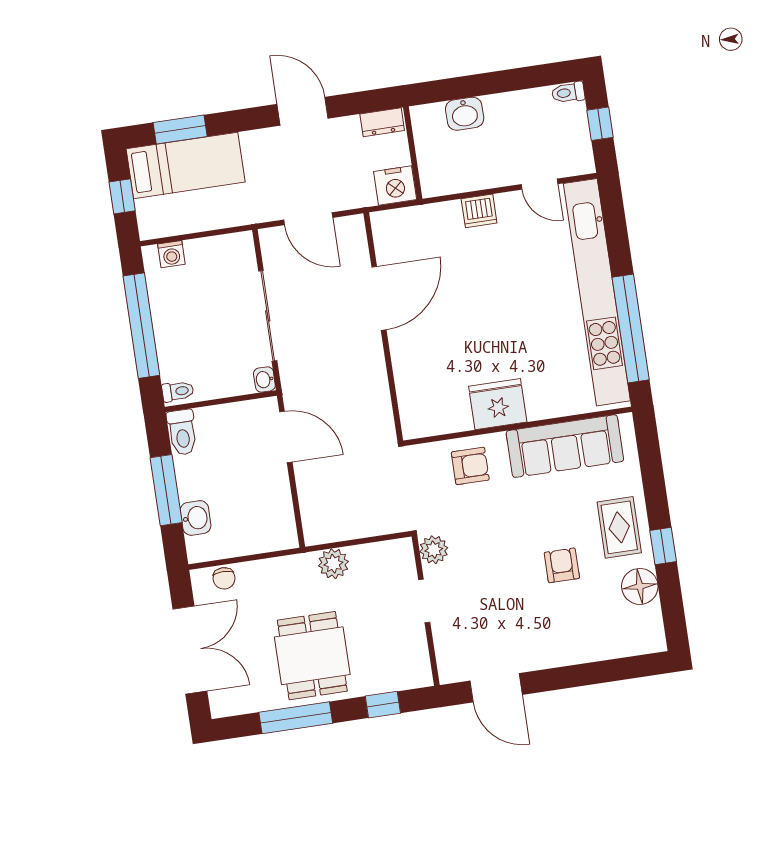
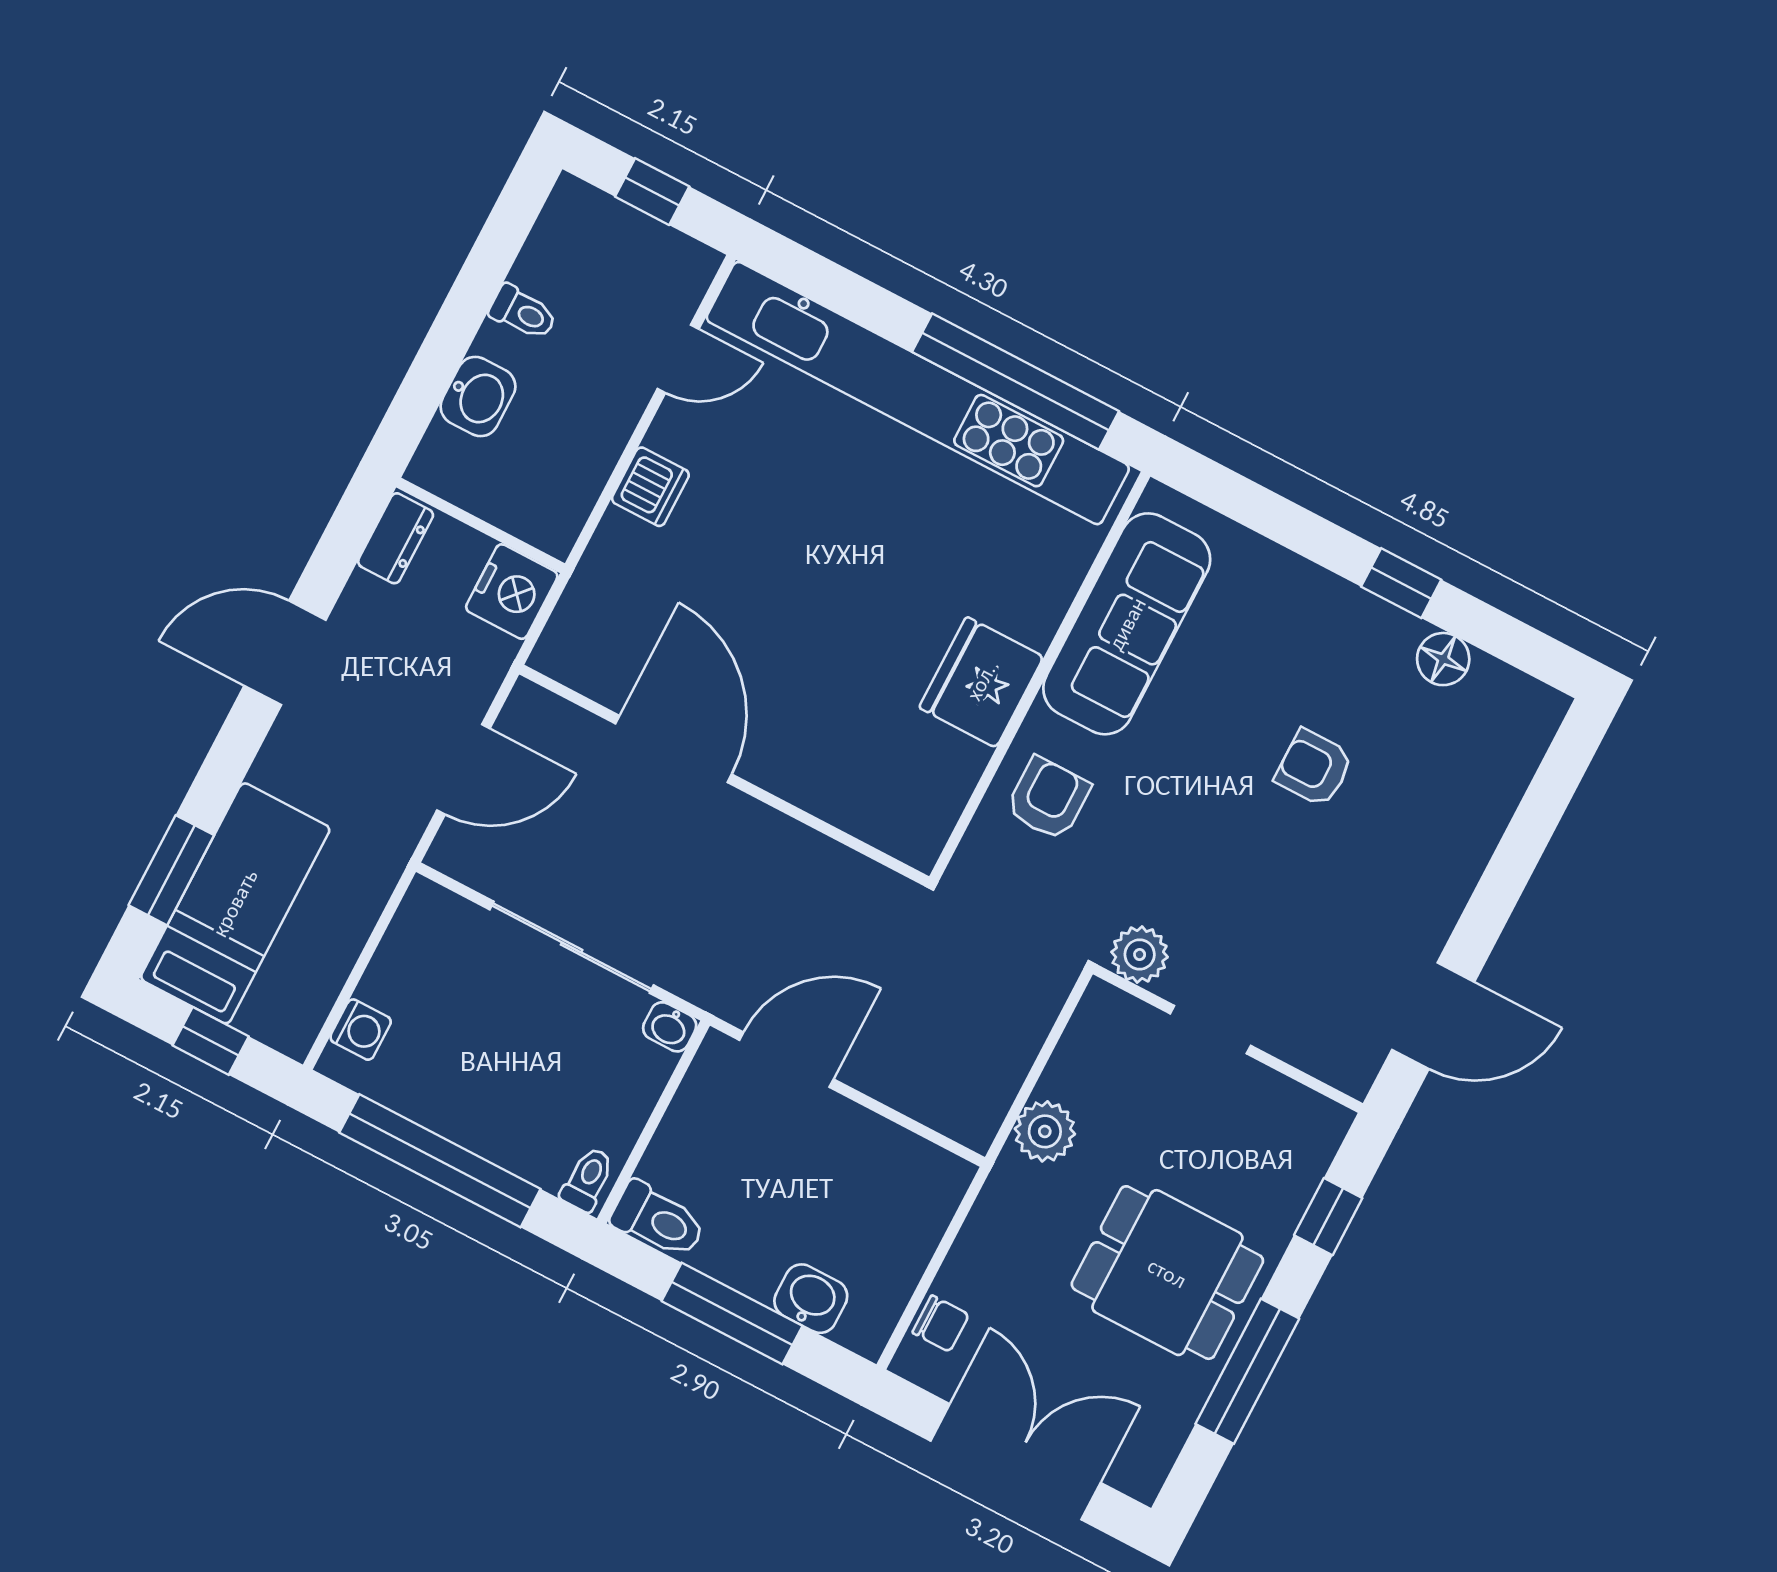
toilet: (568, 93) -> (523, 313), moved, turned -90
rug: (619, 527) -> (1320, 632), removed
floor lamp: (640, 586) -> (1443, 659), width x0.73, depth x0.73

